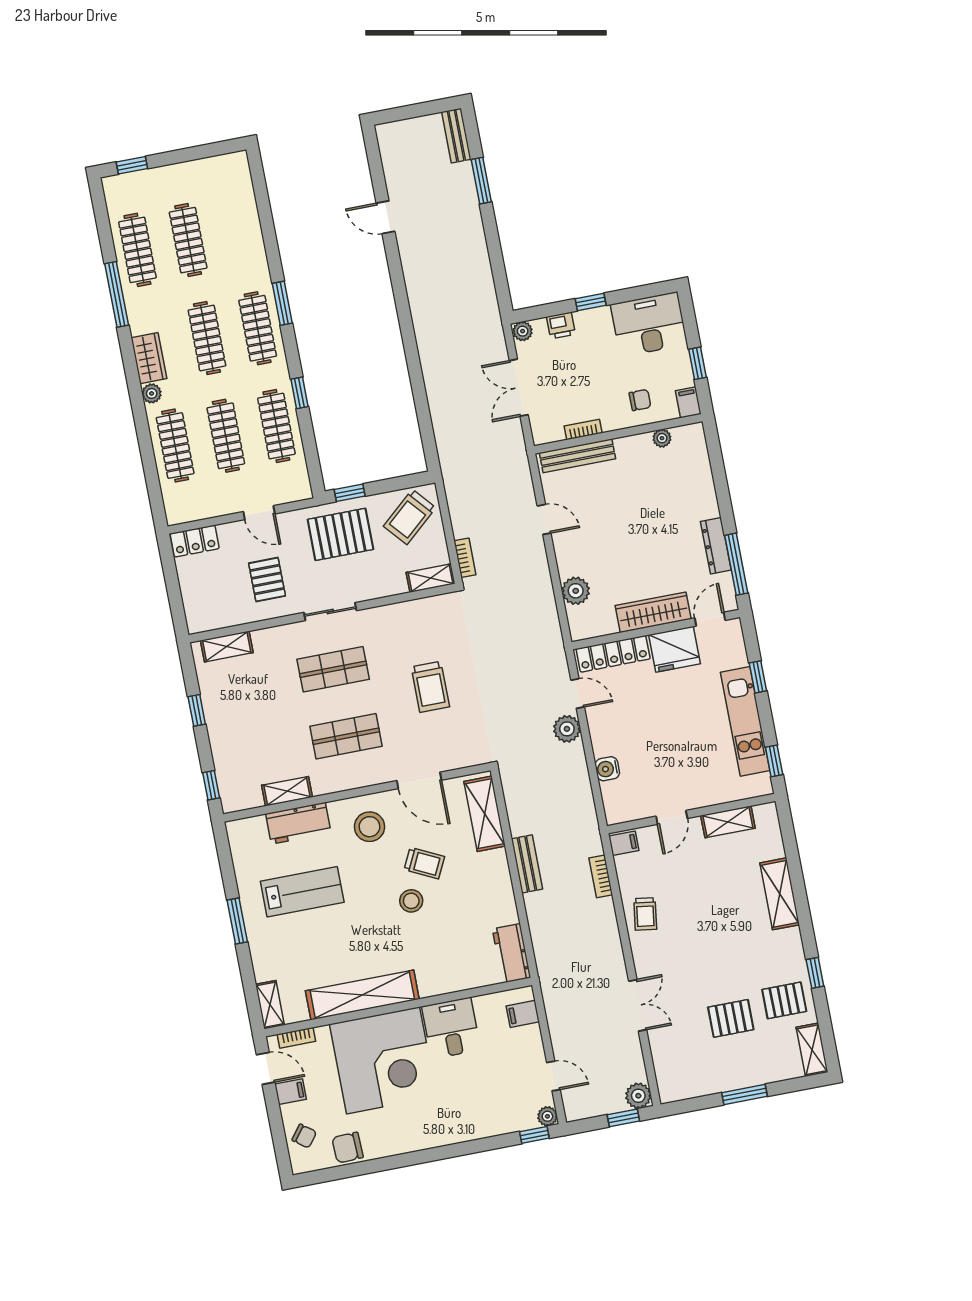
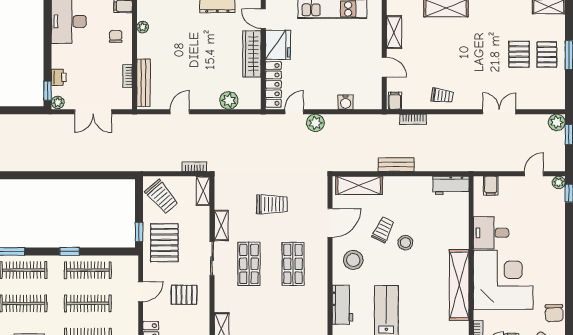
window: (591, 302) -> (48, 91), moved
shelving: (287, 791) -> (221, 225), moved
pallet: (784, 1000) -> (547, 55), moved

